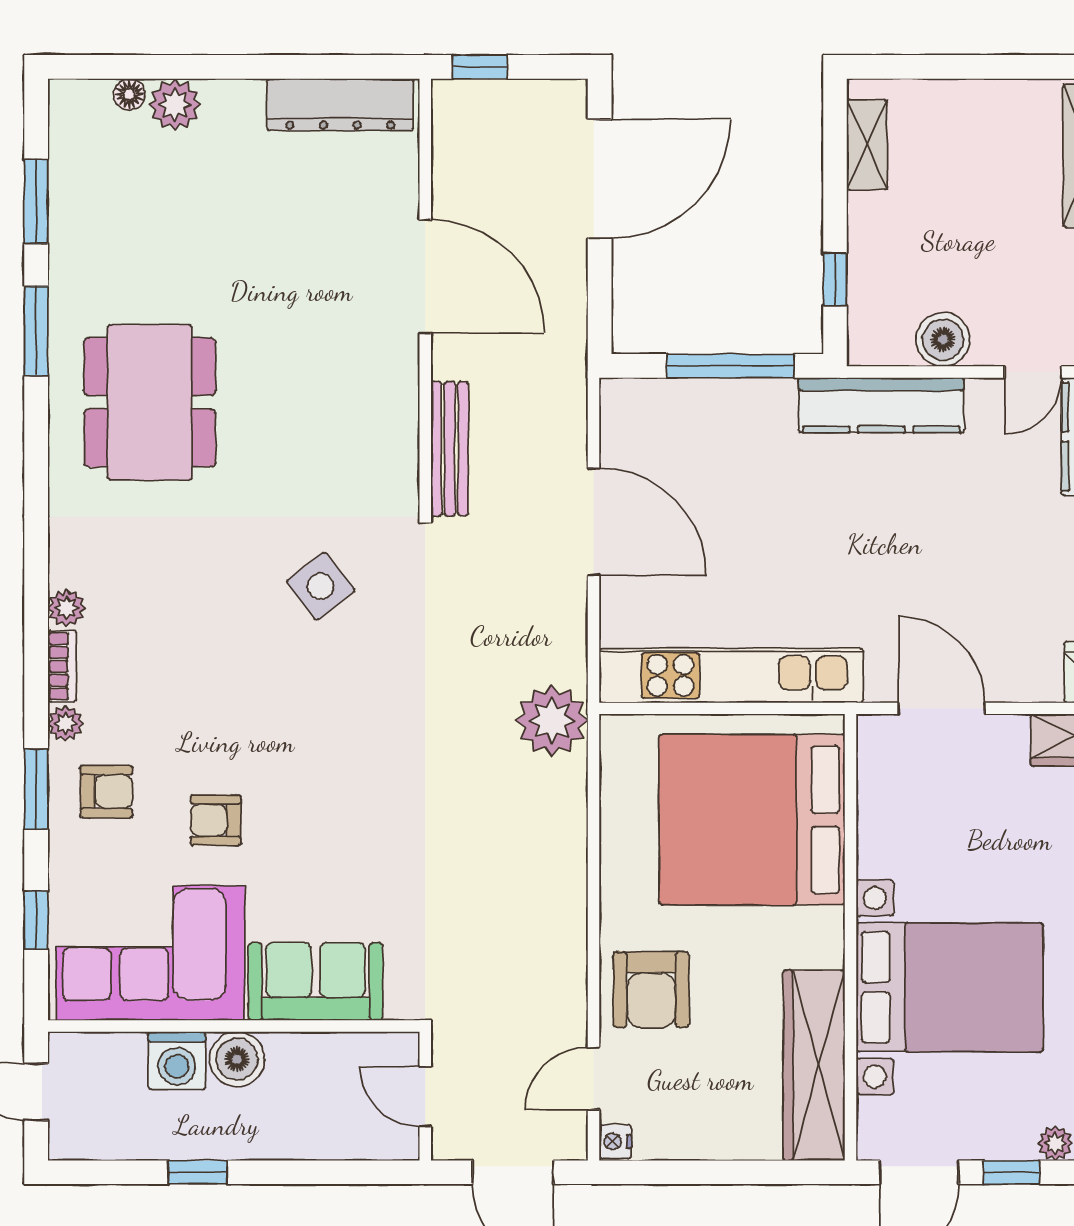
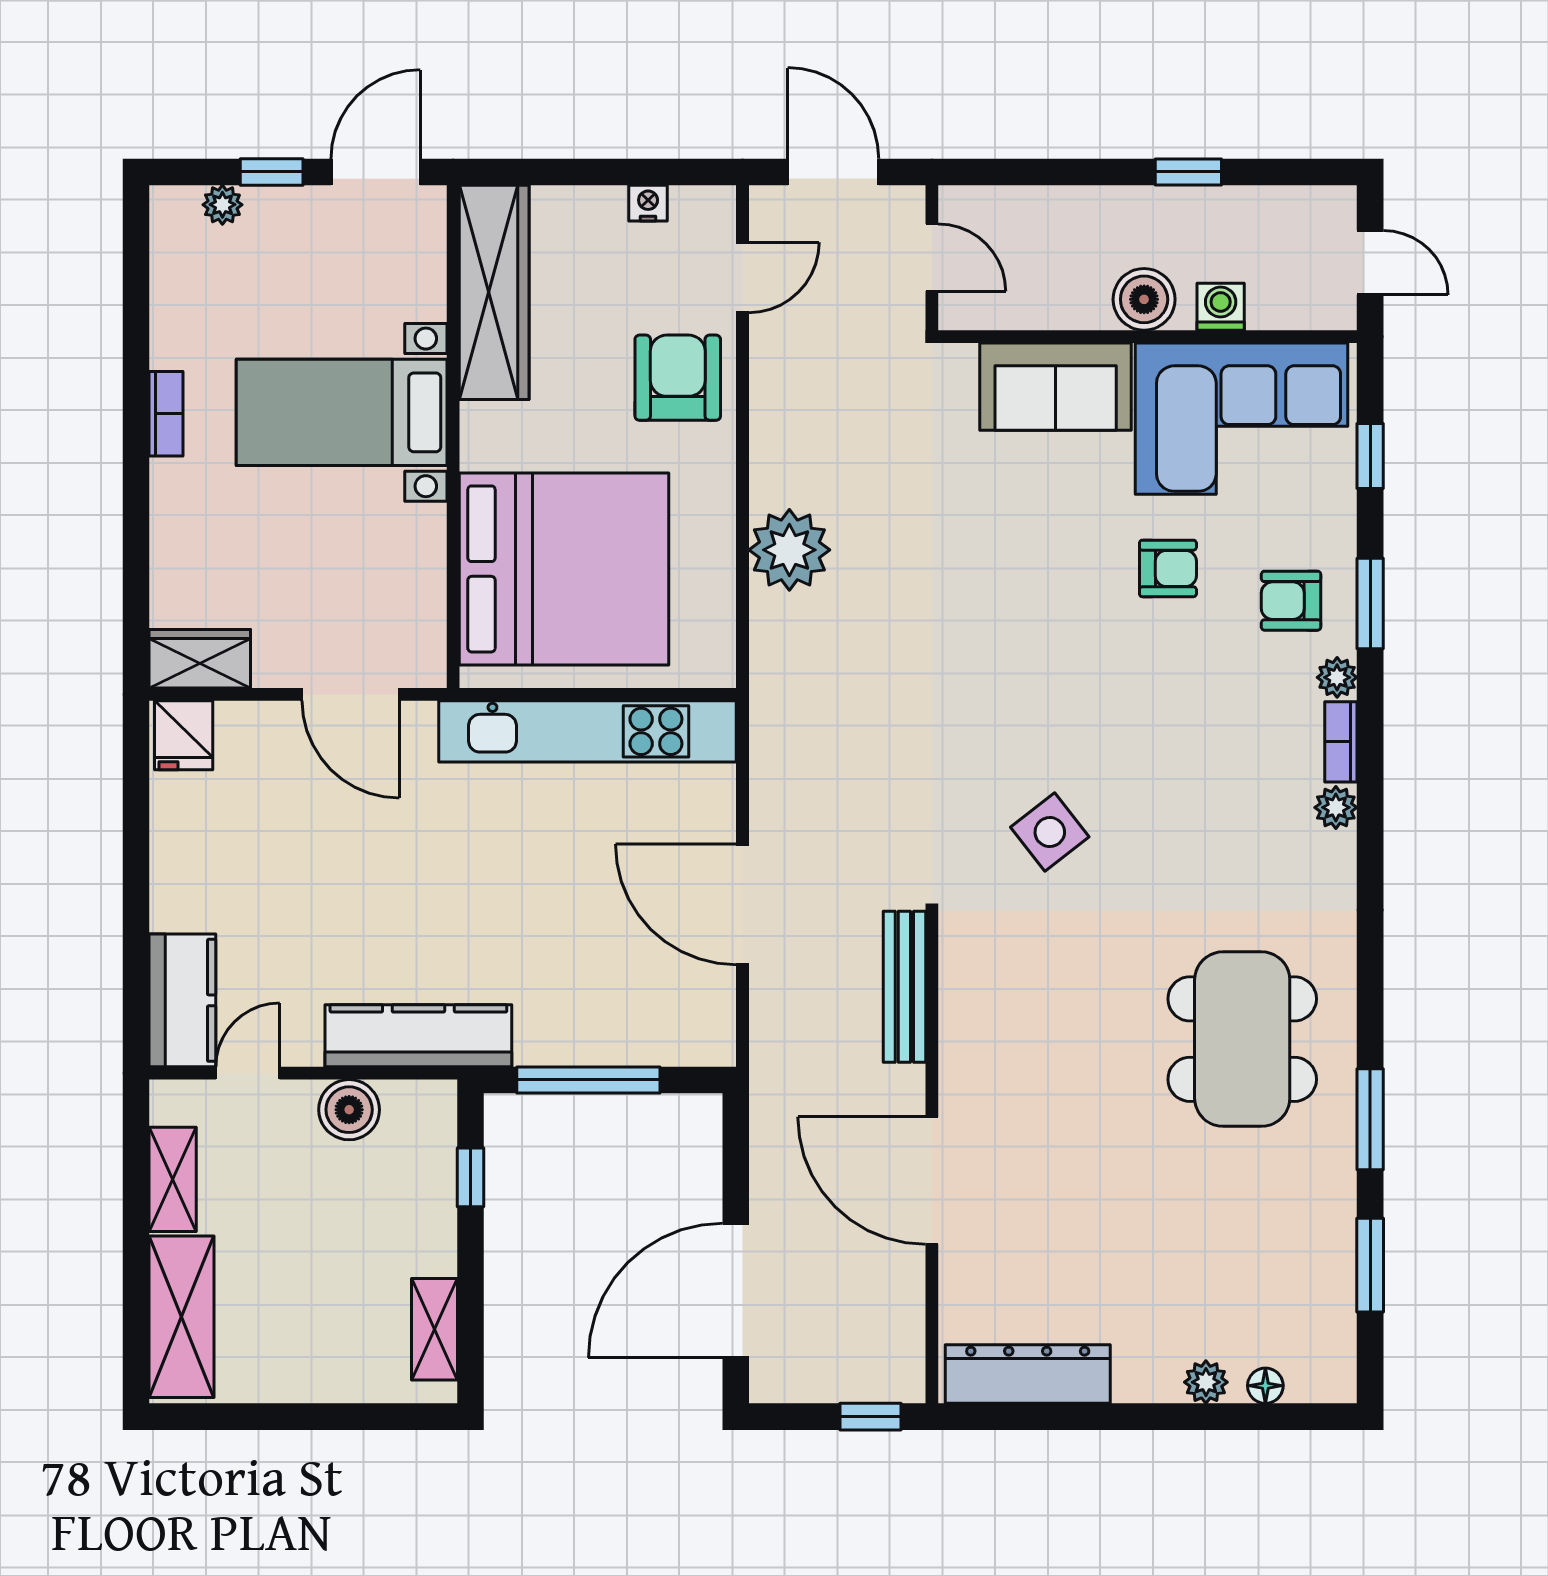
plant: (175, 105) -> (1206, 1382), width x0.73, depth x0.73
plant: (552, 721) -> (789, 550), moved
bed with nightstands: (950, 987) -> (342, 412), width x0.73
washing machine: (177, 1061) -> (1221, 307), width x0.73, depth x0.73
nightstand: (615, 1141) -> (648, 203), moved, turned -90

